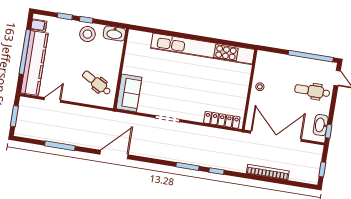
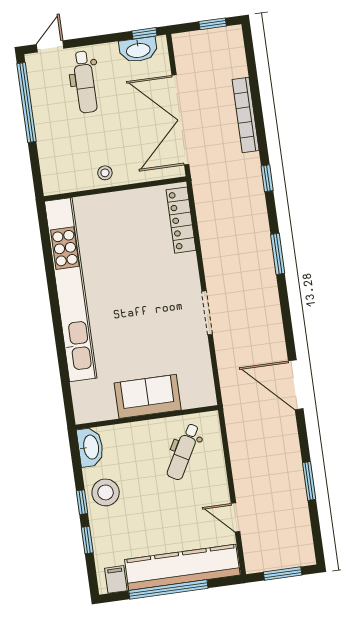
sofa: (129, 93) -> (148, 396), moved
window: (60, 146) -> (309, 481), width x0.69
window: (217, 171) -> (267, 178), moved

